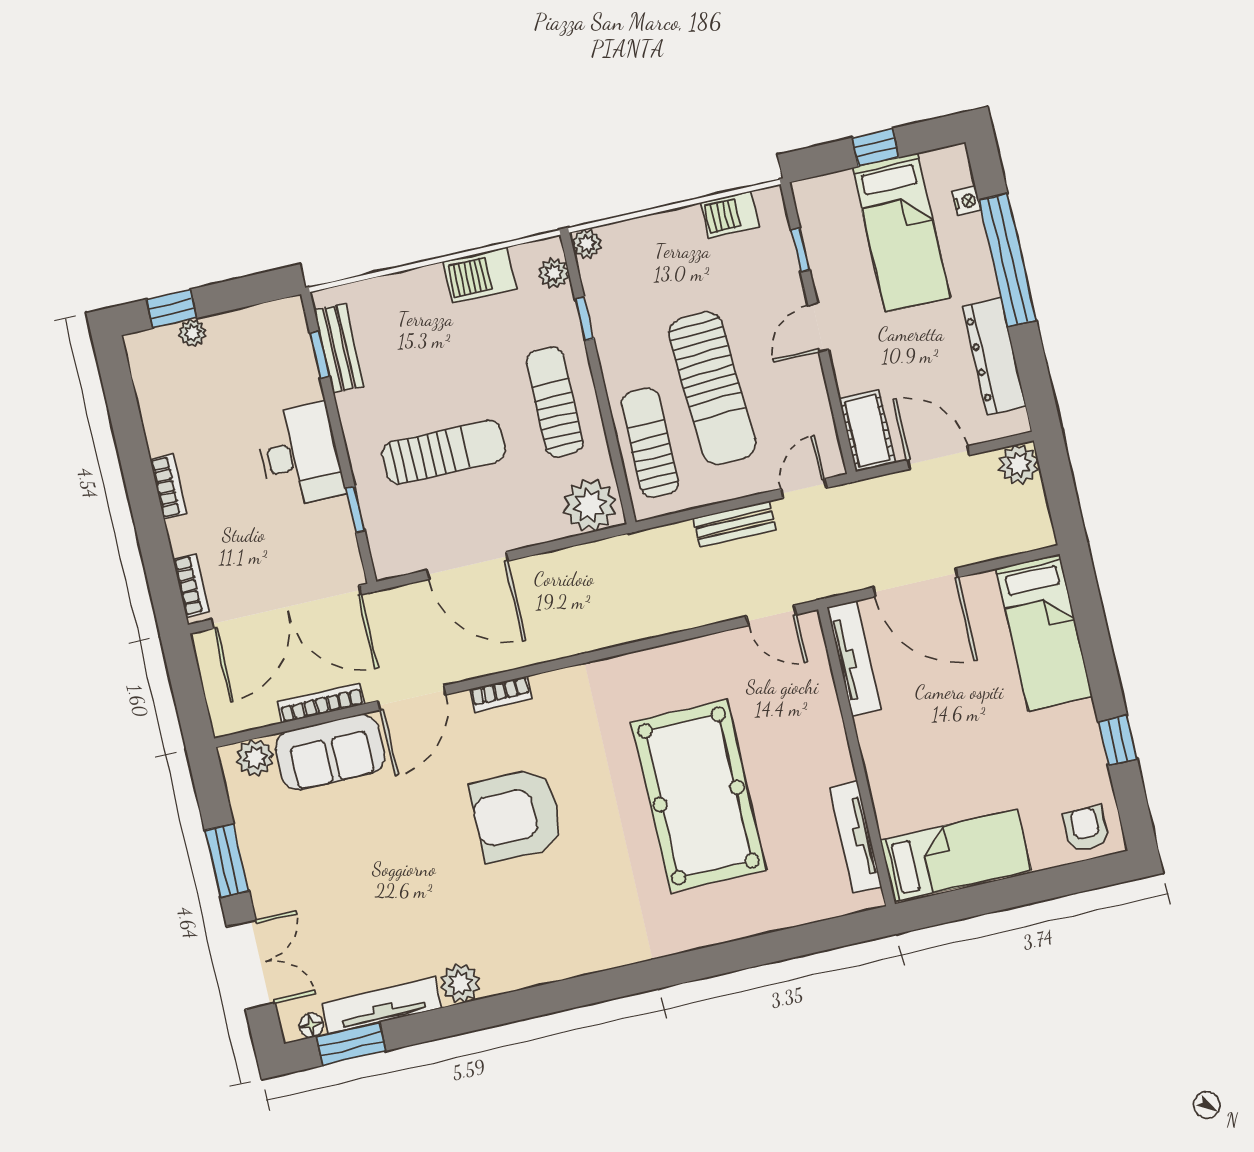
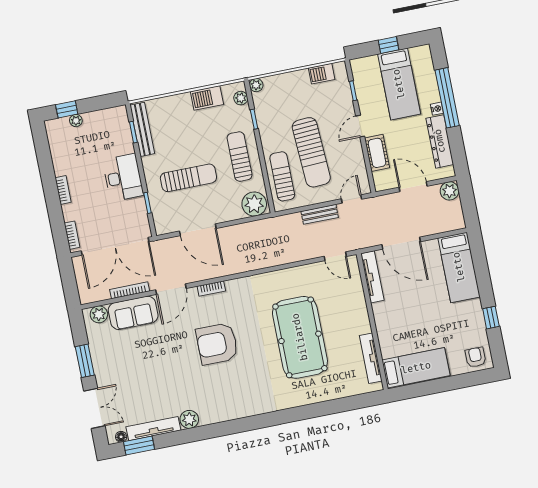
nightstand: (967, 201) -> (437, 109), moved
bench: (339, 348) -> (142, 129), width x1.36
cot: (867, 431) -> (377, 153), moved

